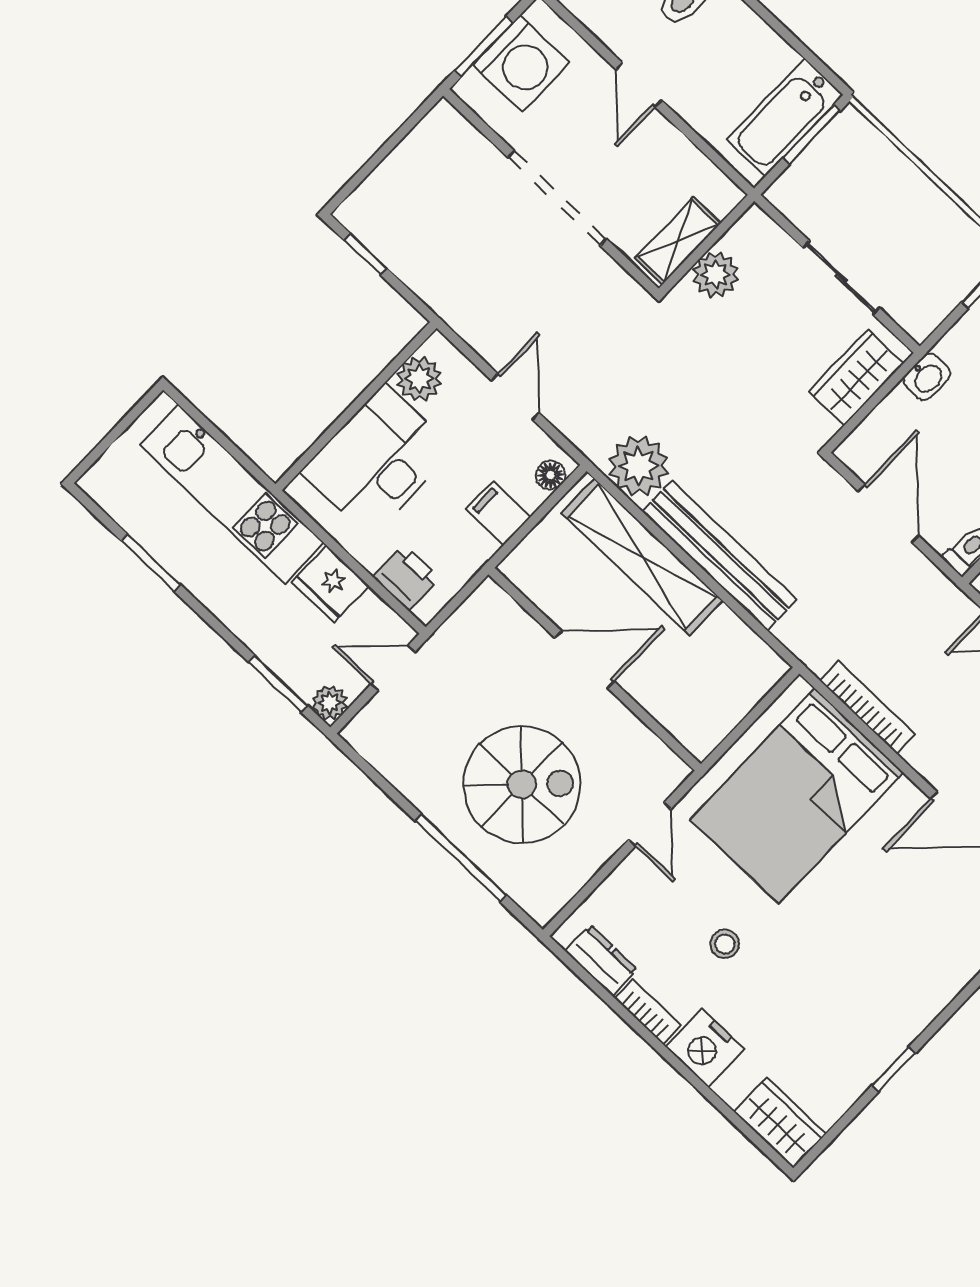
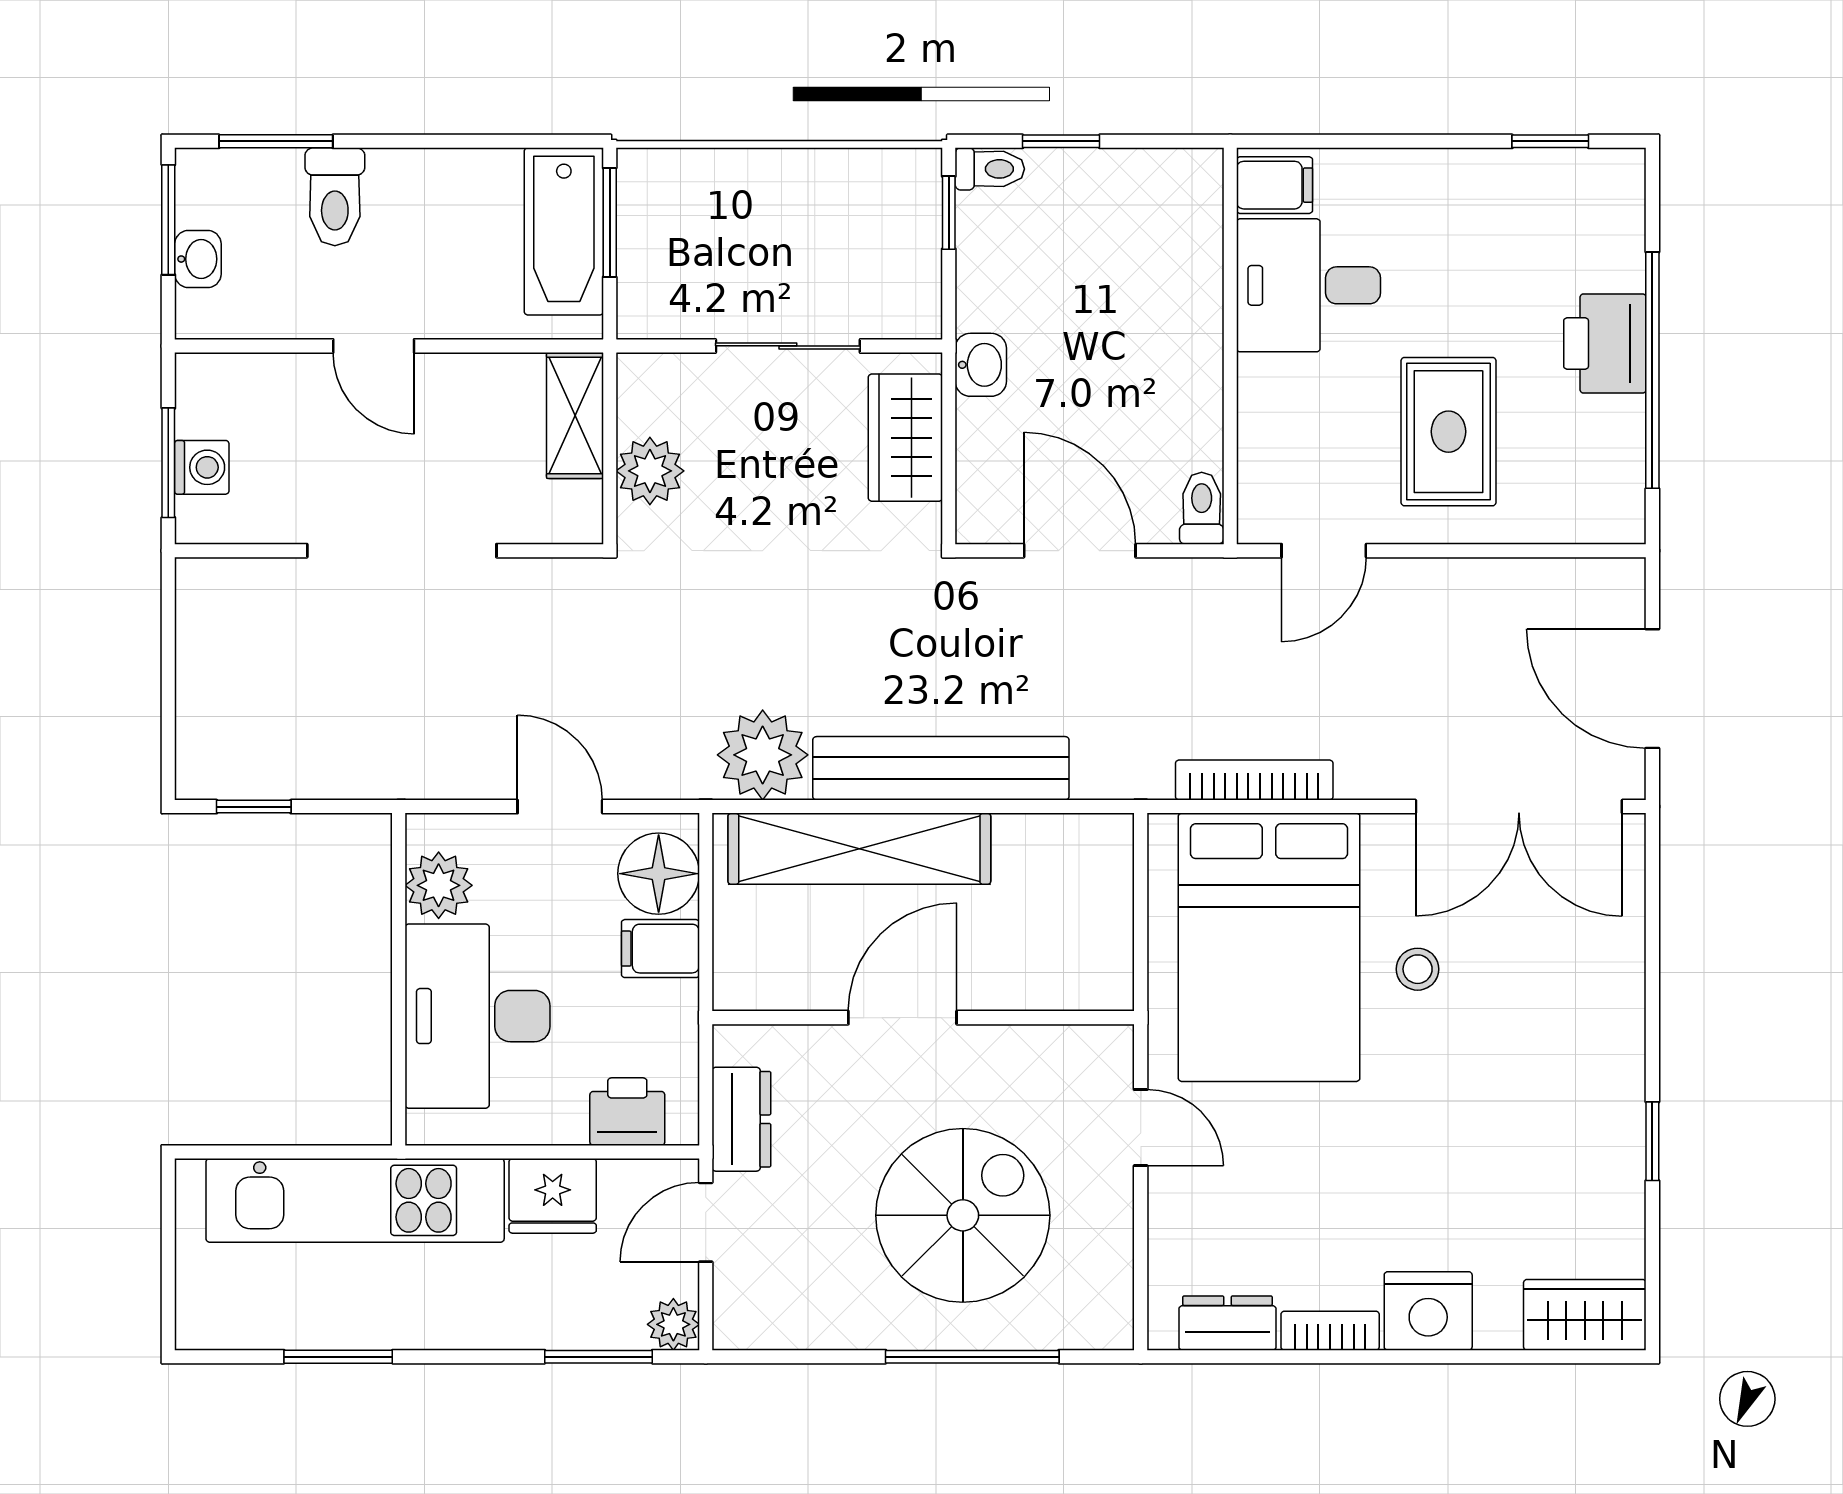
washing machine: (521, 64) -> (202, 467), width x0.53, depth x0.53
shelving: (678, 241) -> (575, 415), moved
floor lamp: (551, 475) -> (659, 874), width x1.89, depth x1.89
dresser: (458, 634) -> (741, 1119), added
stool: (725, 944) -> (1418, 969), moved

